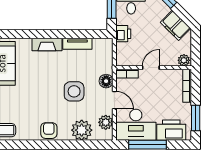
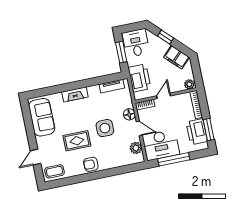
printer: (123, 34) -> (139, 78), width x1.87, depth x1.48
tv unit: (77, 44) -> (112, 86), moved
rug: (38, 100) -> (77, 141), added
plant: (82, 130) -> (118, 158), removed
printer: (171, 130) -> (197, 132), moved, turned -90
armchair: (49, 131) -> (91, 164), turned -90

